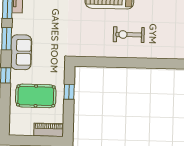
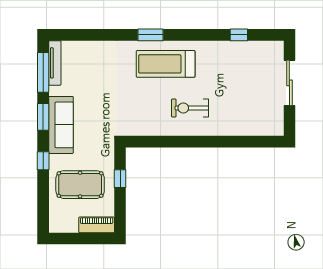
sofa: (21, 52) -> (61, 125), width x1.36

